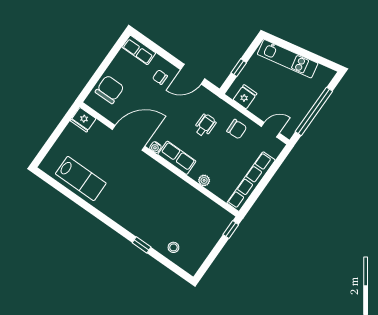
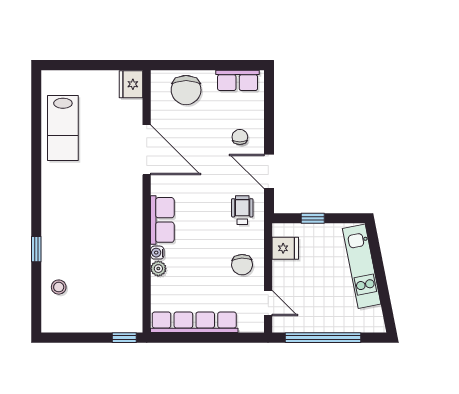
row of seats: (139, 50) -> (238, 80), moved, turned -90
chair: (110, 89) -> (186, 90), turned 90
wheelchair: (205, 125) -> (242, 210), moved, turned -90
water cooler: (155, 147) -> (157, 253), moved

